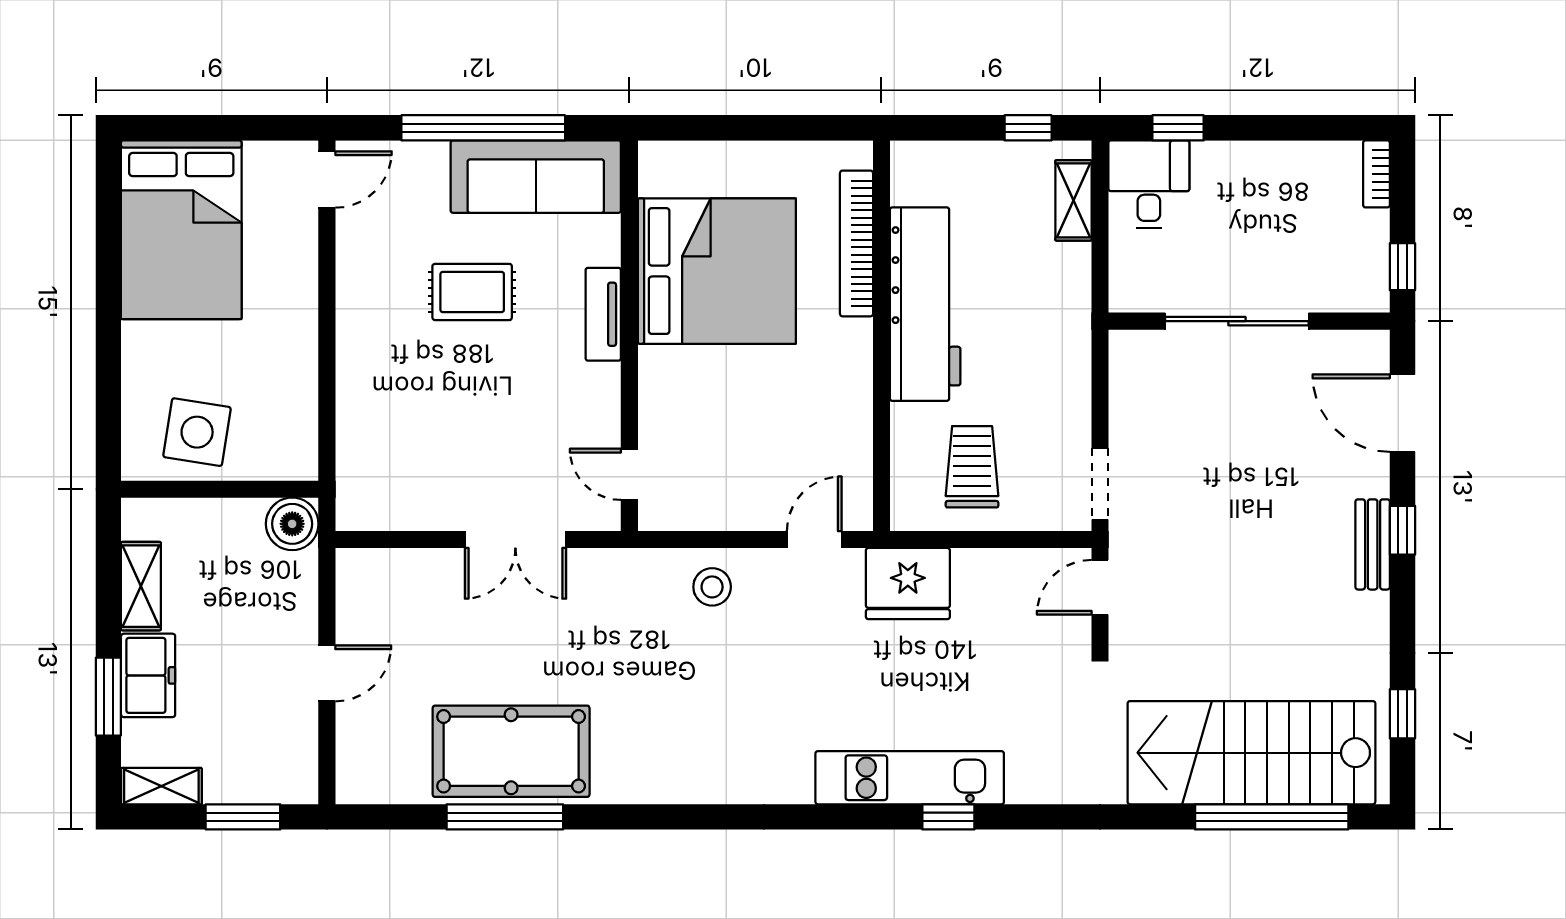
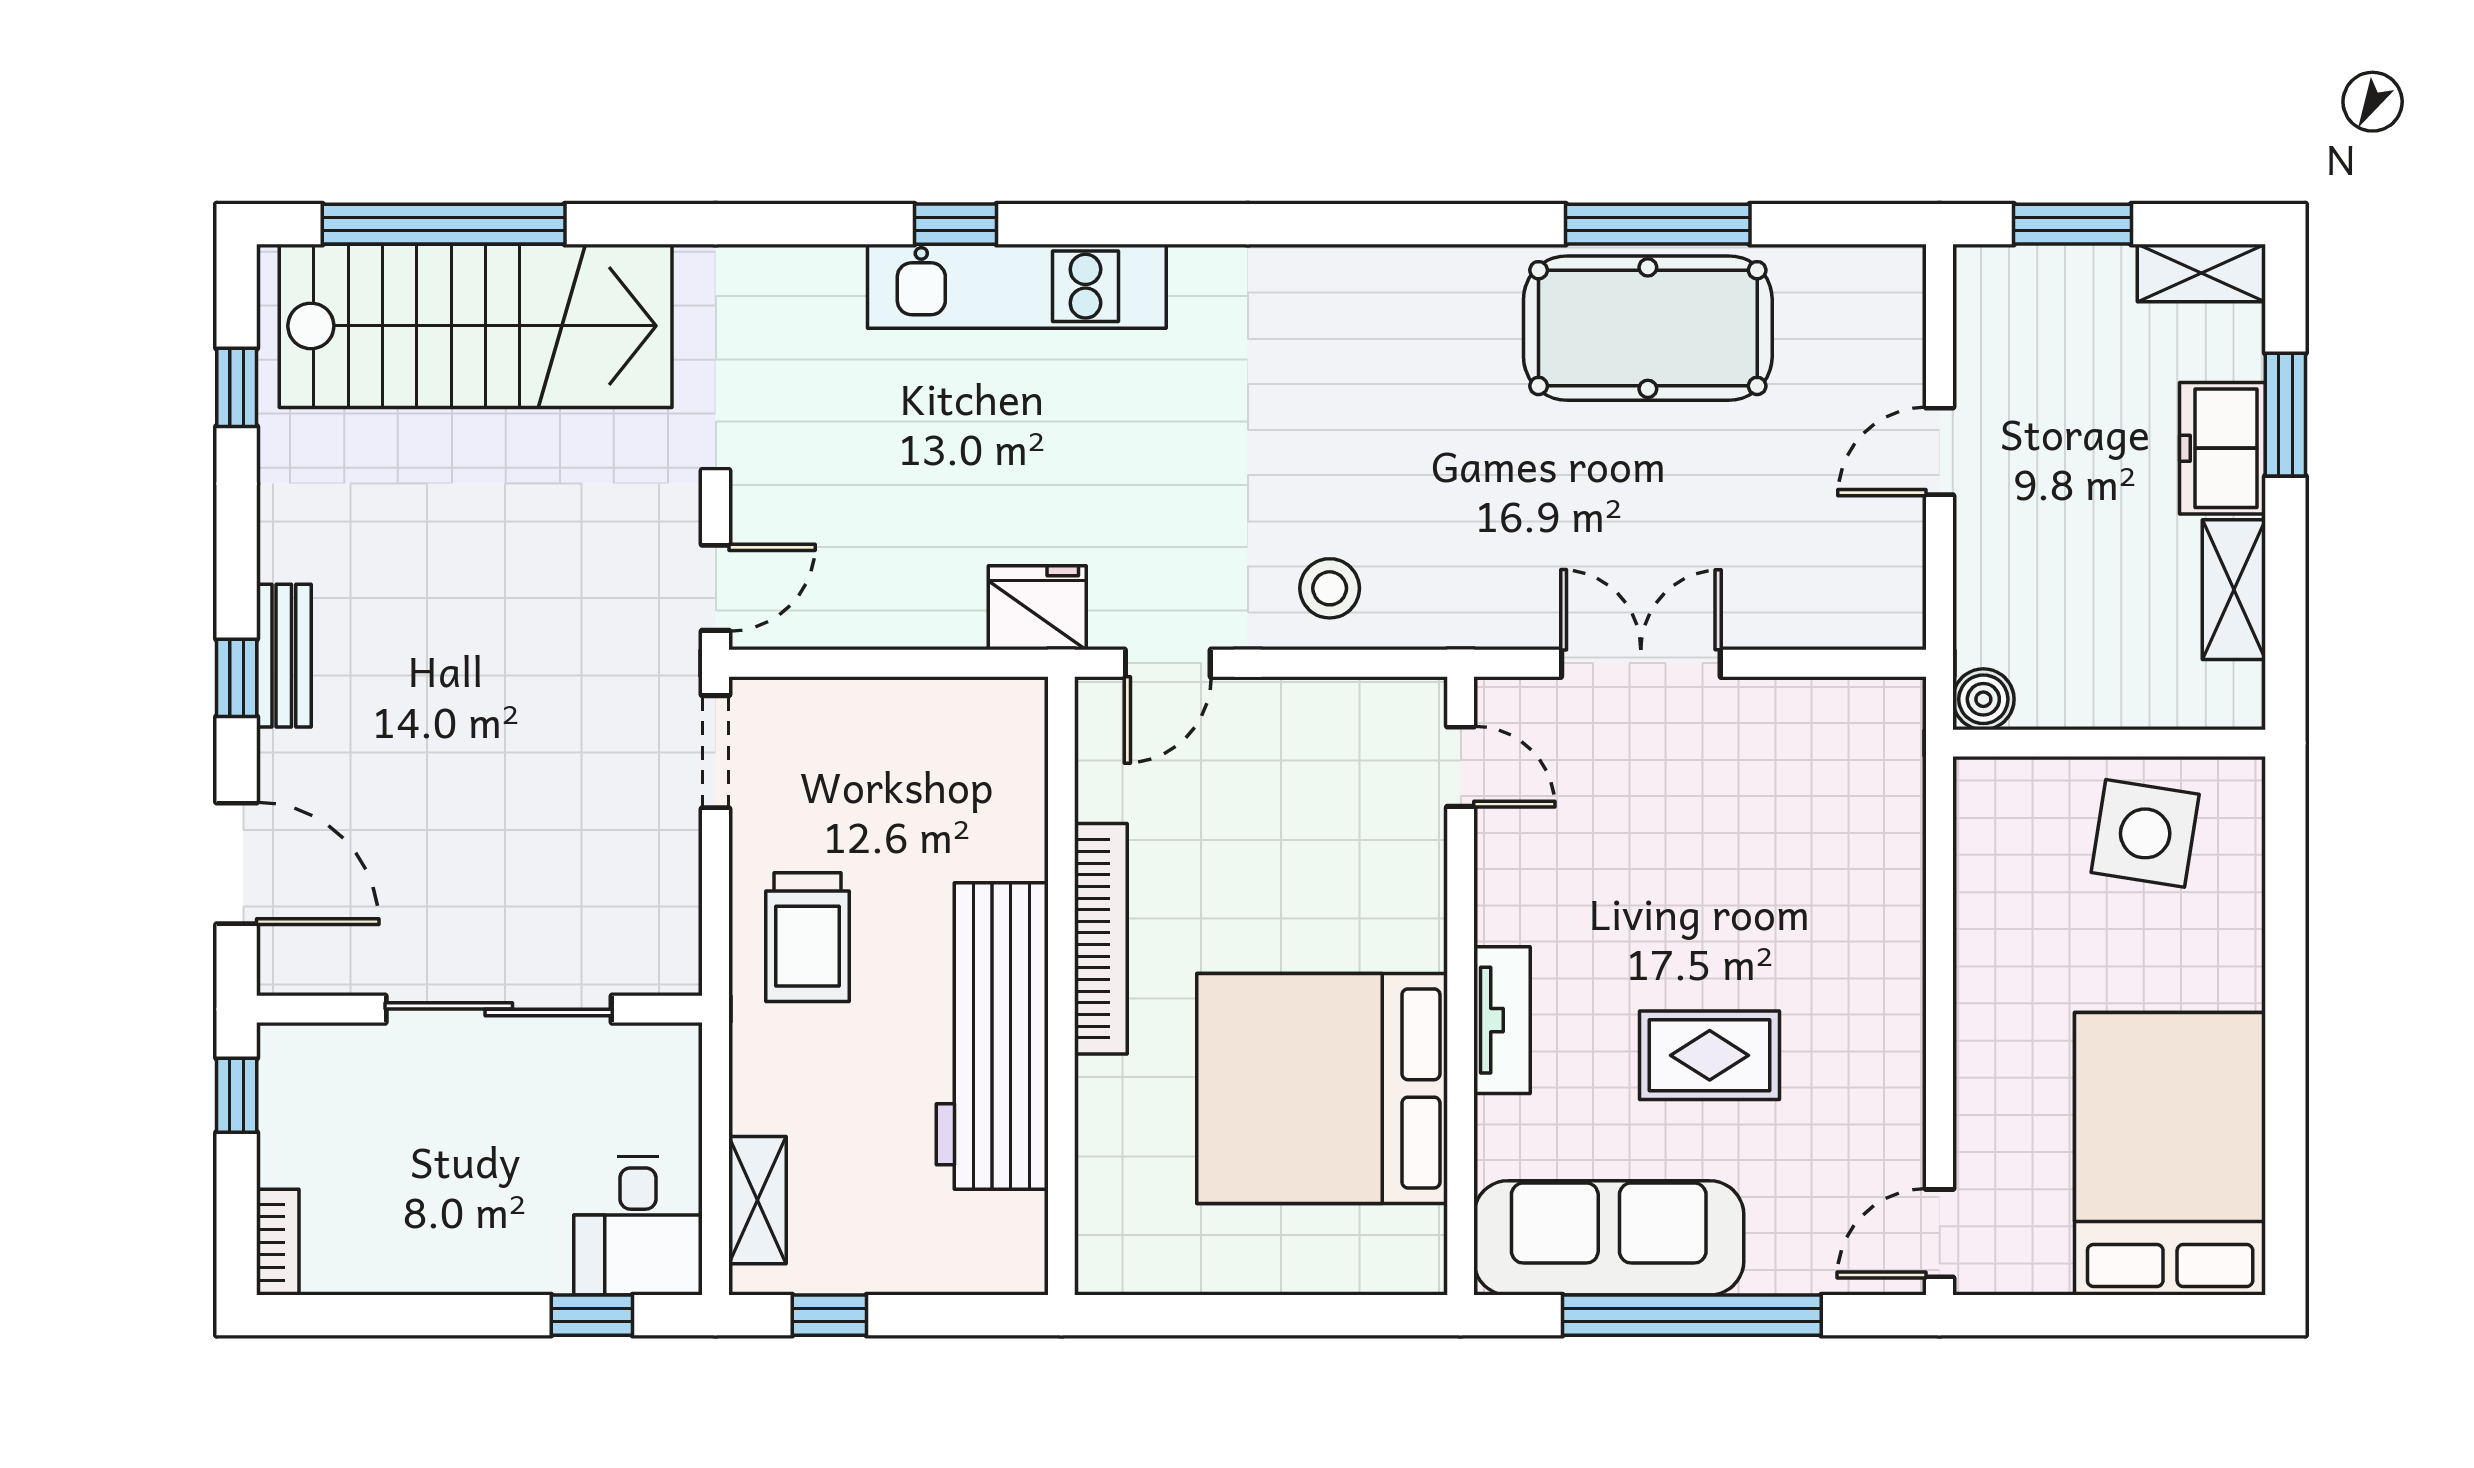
bookcase: (857, 243) -> (1101, 939), moved
trolley: (972, 467) -> (808, 937), moved
boiler: (292, 524) -> (1983, 699), width x0.73, depth x0.73
fridge: (908, 584) -> (1037, 608), width x0.73, depth x0.75

